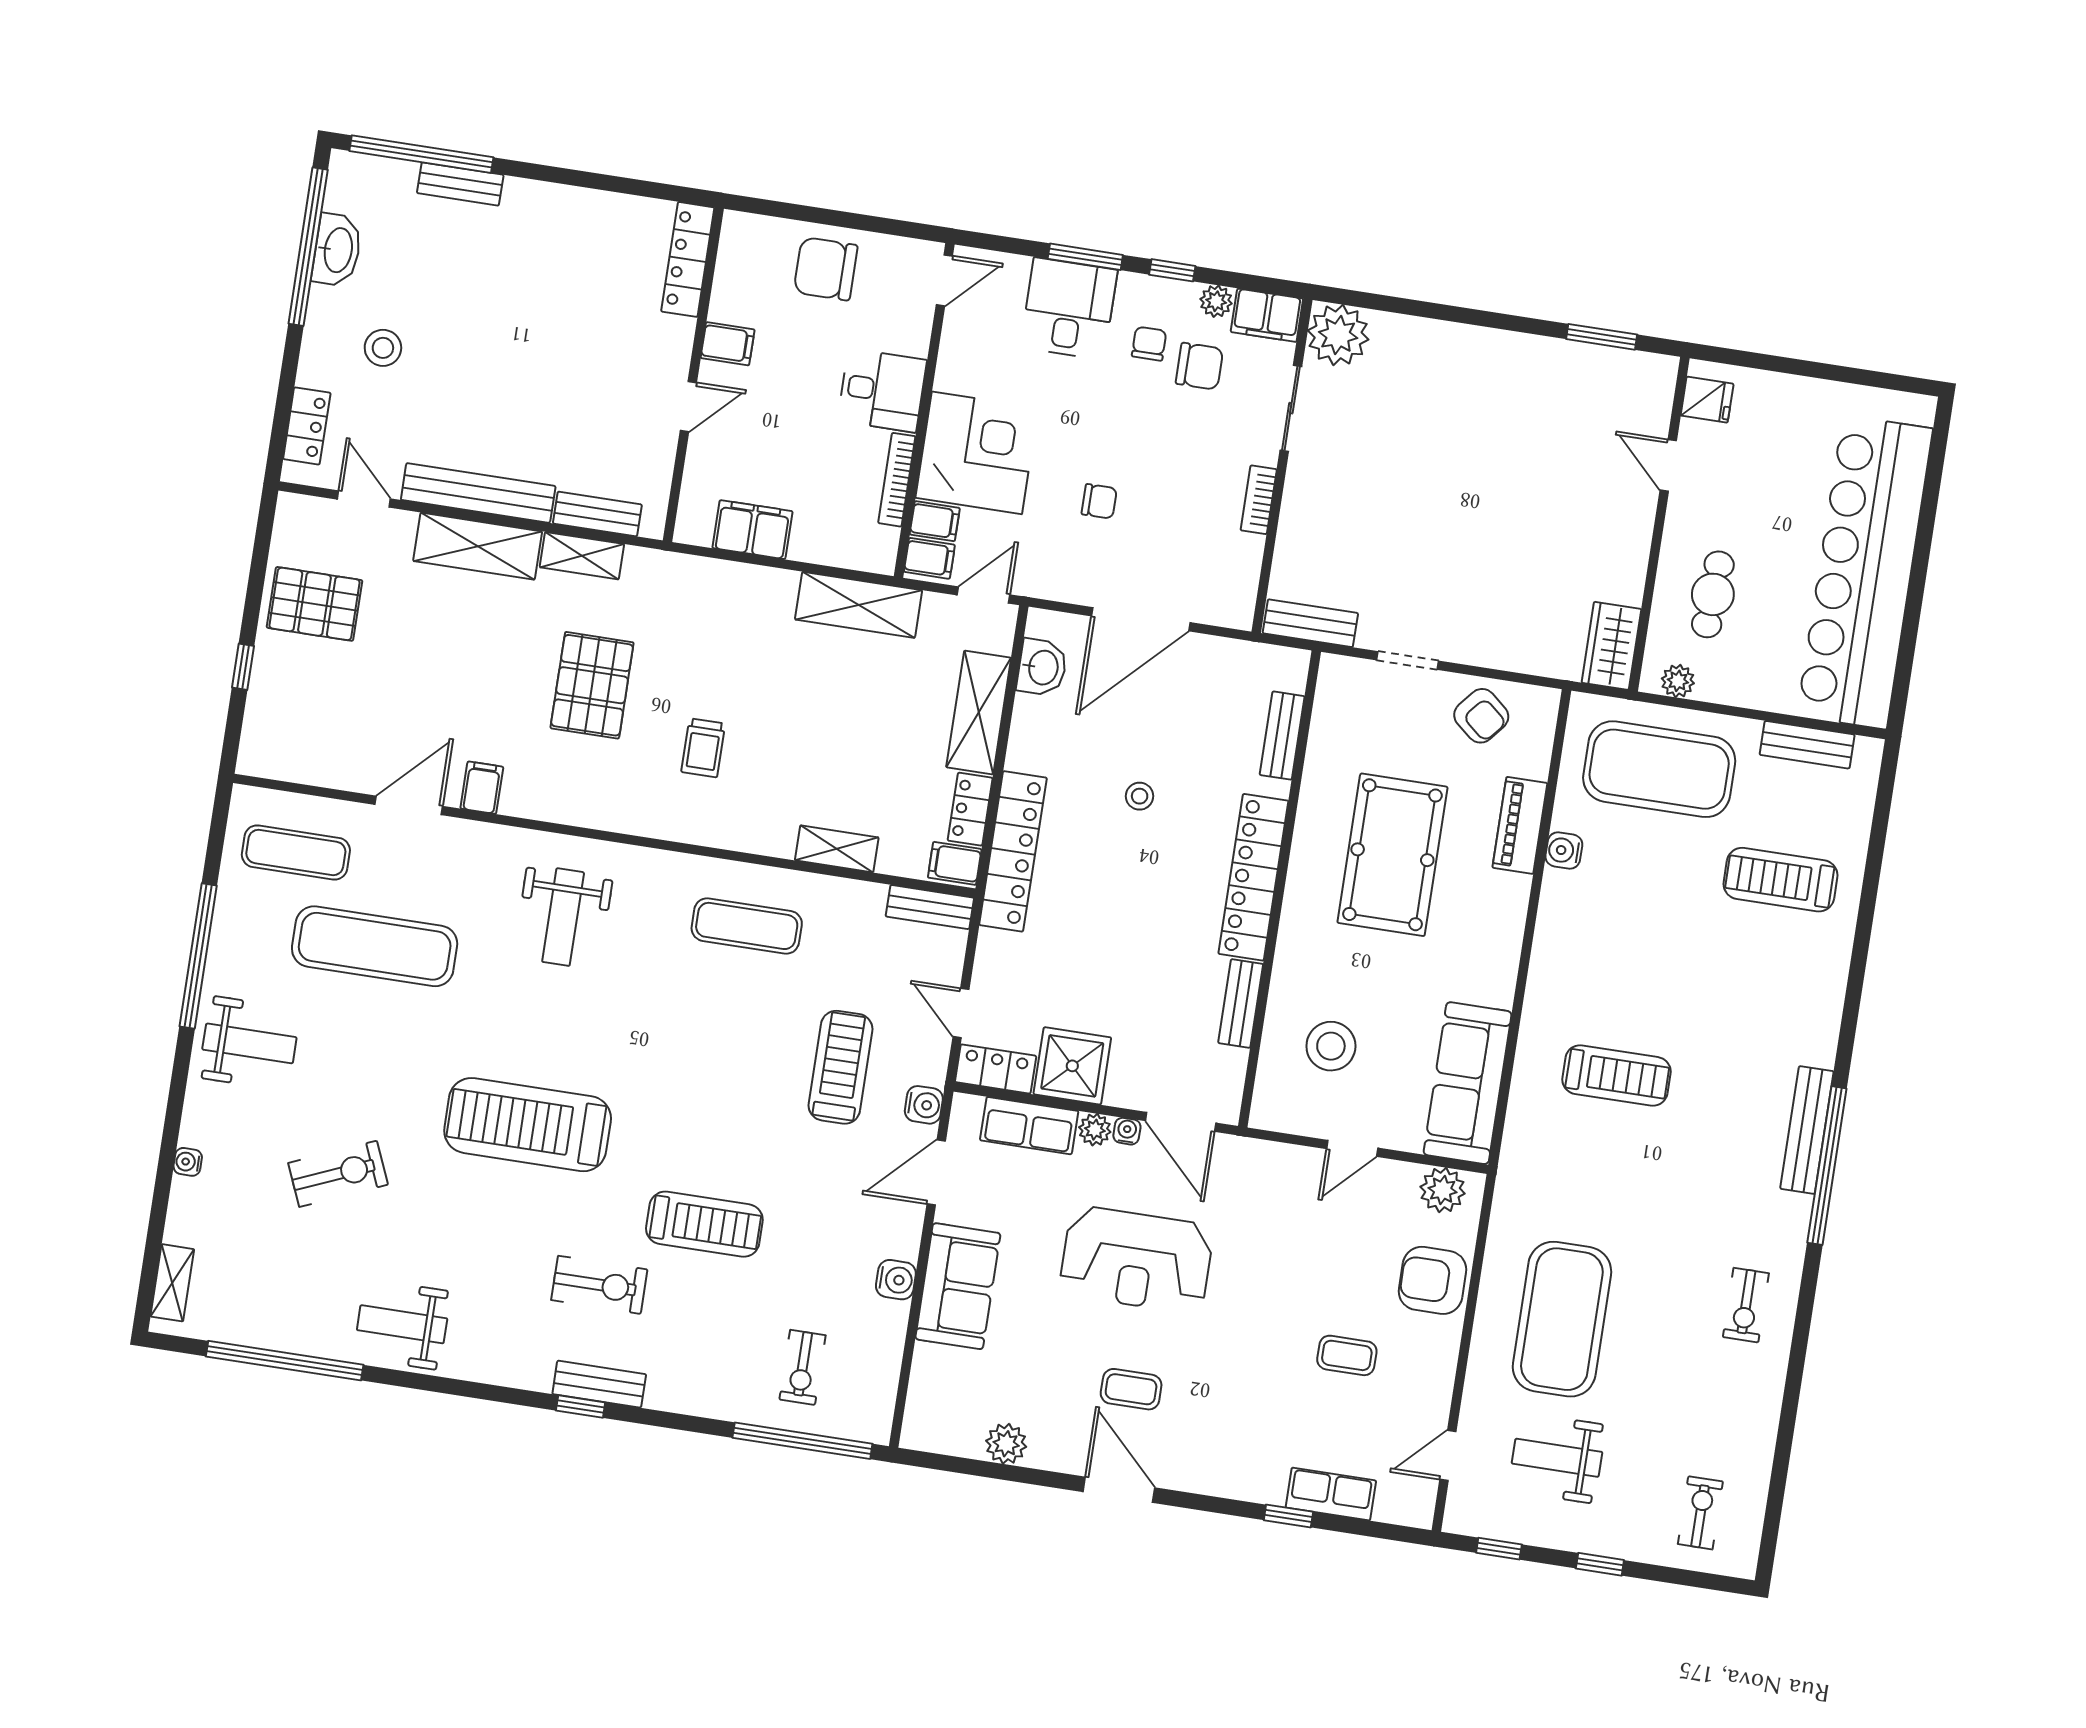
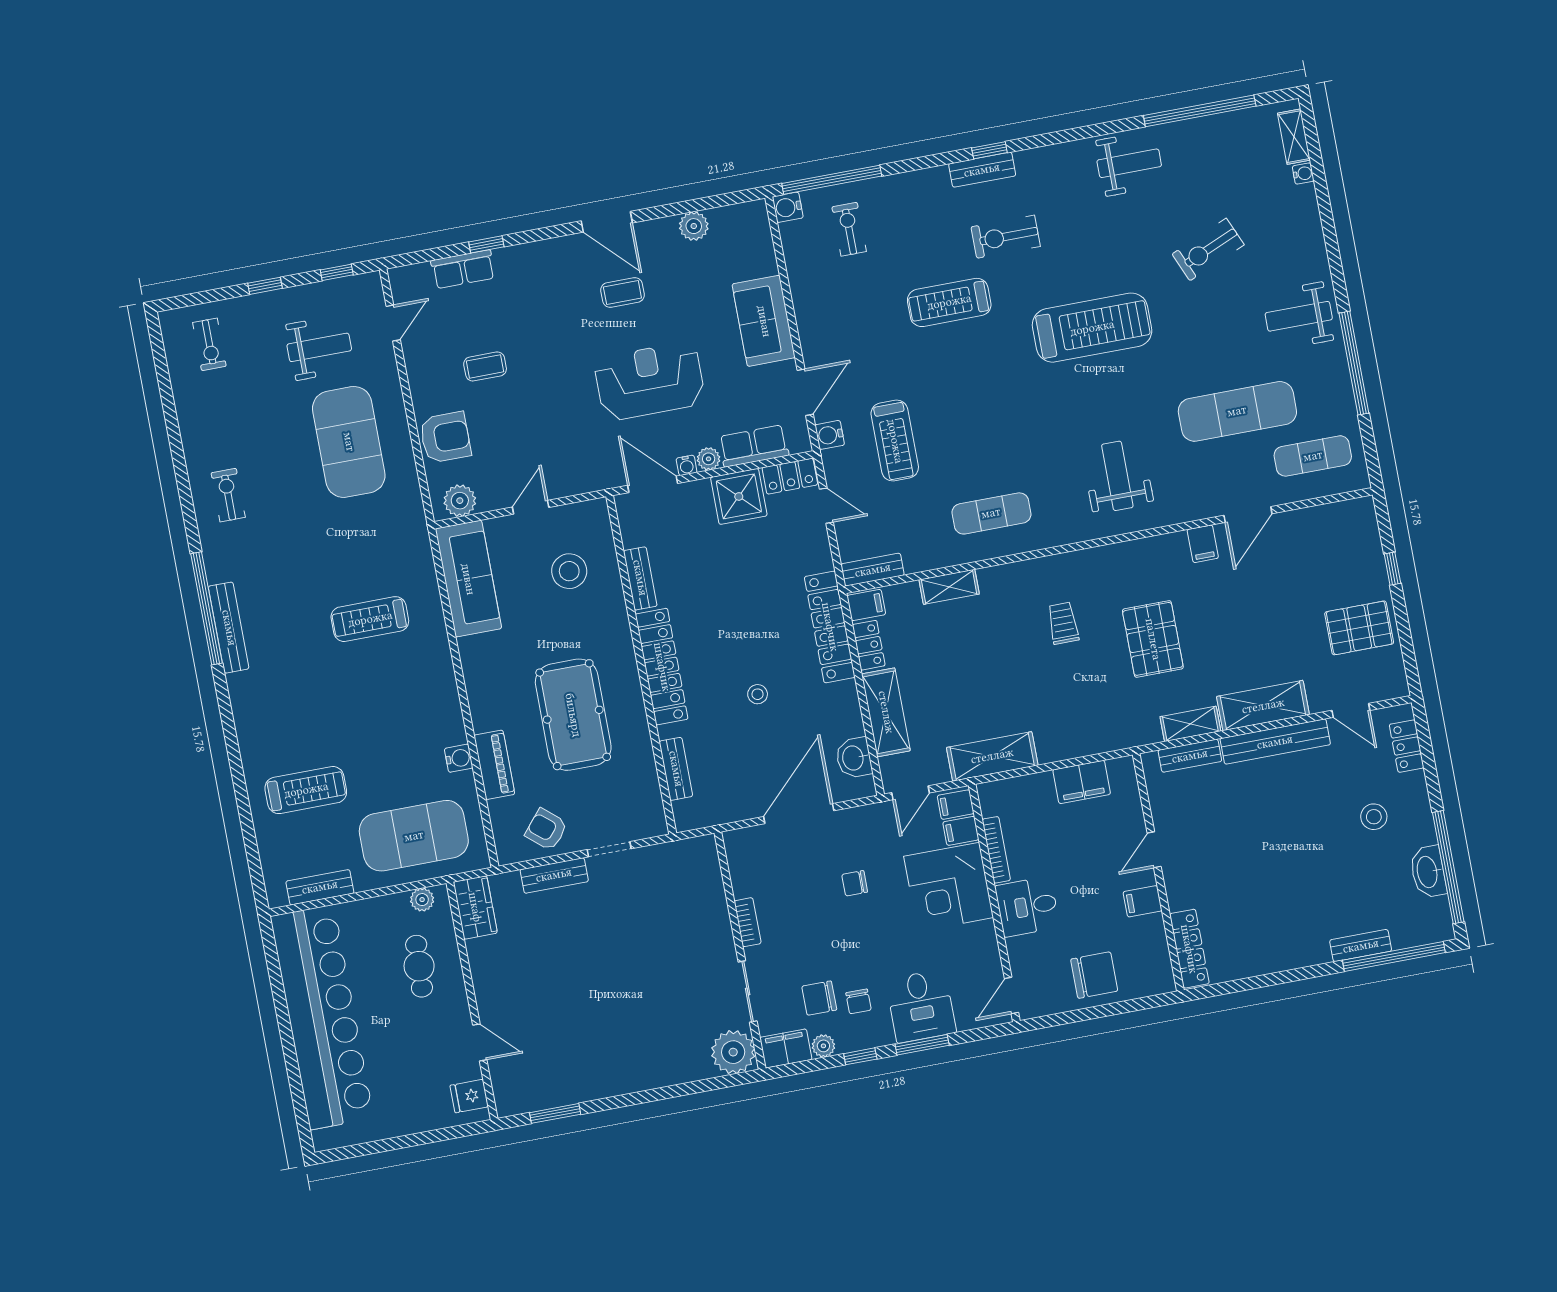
bench: (1310, 623) -> (554, 875), moved
water cooler: (188, 1162) -> (1303, 174), moved
water cooler: (896, 1280) -> (788, 207), moved

